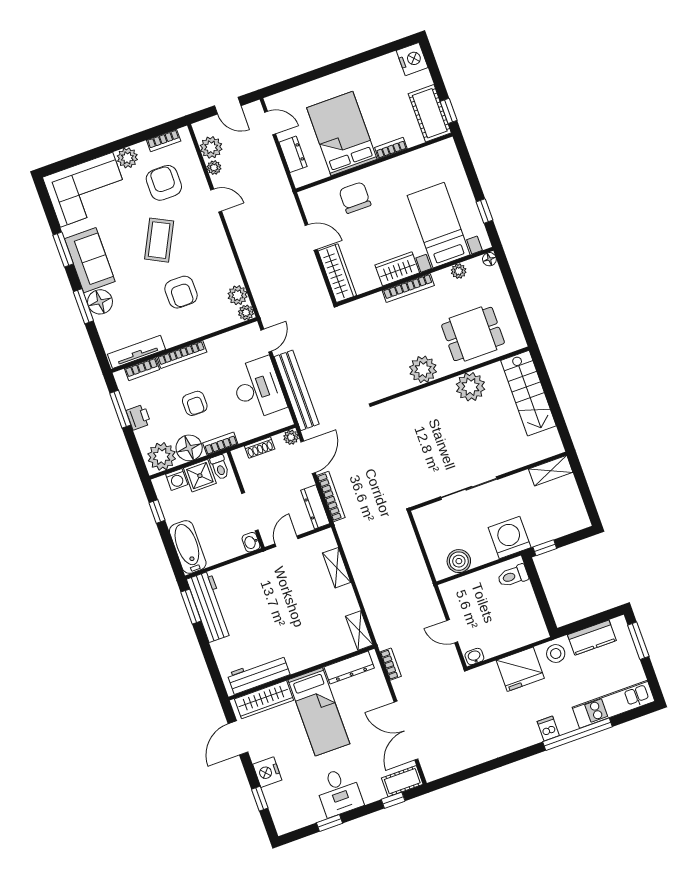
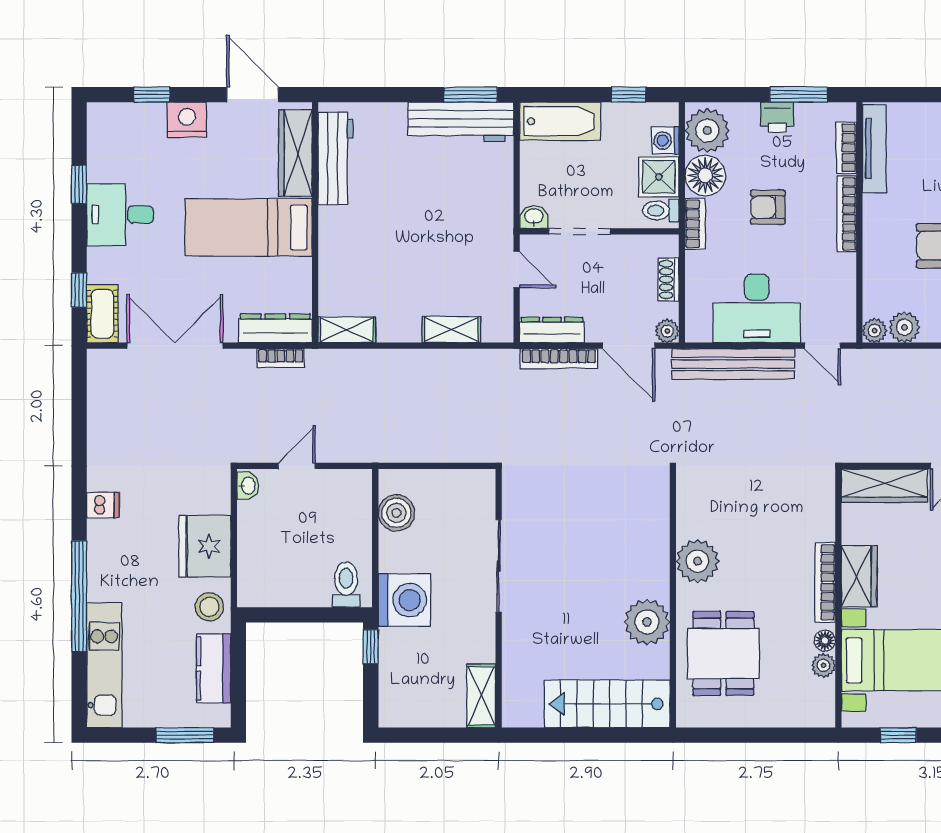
floor lamp: (489, 259) -> (825, 641), moved
dresser: (349, 667) -> (275, 328), moved, turned 90
dishwasher: (548, 728) -> (103, 505), moved

